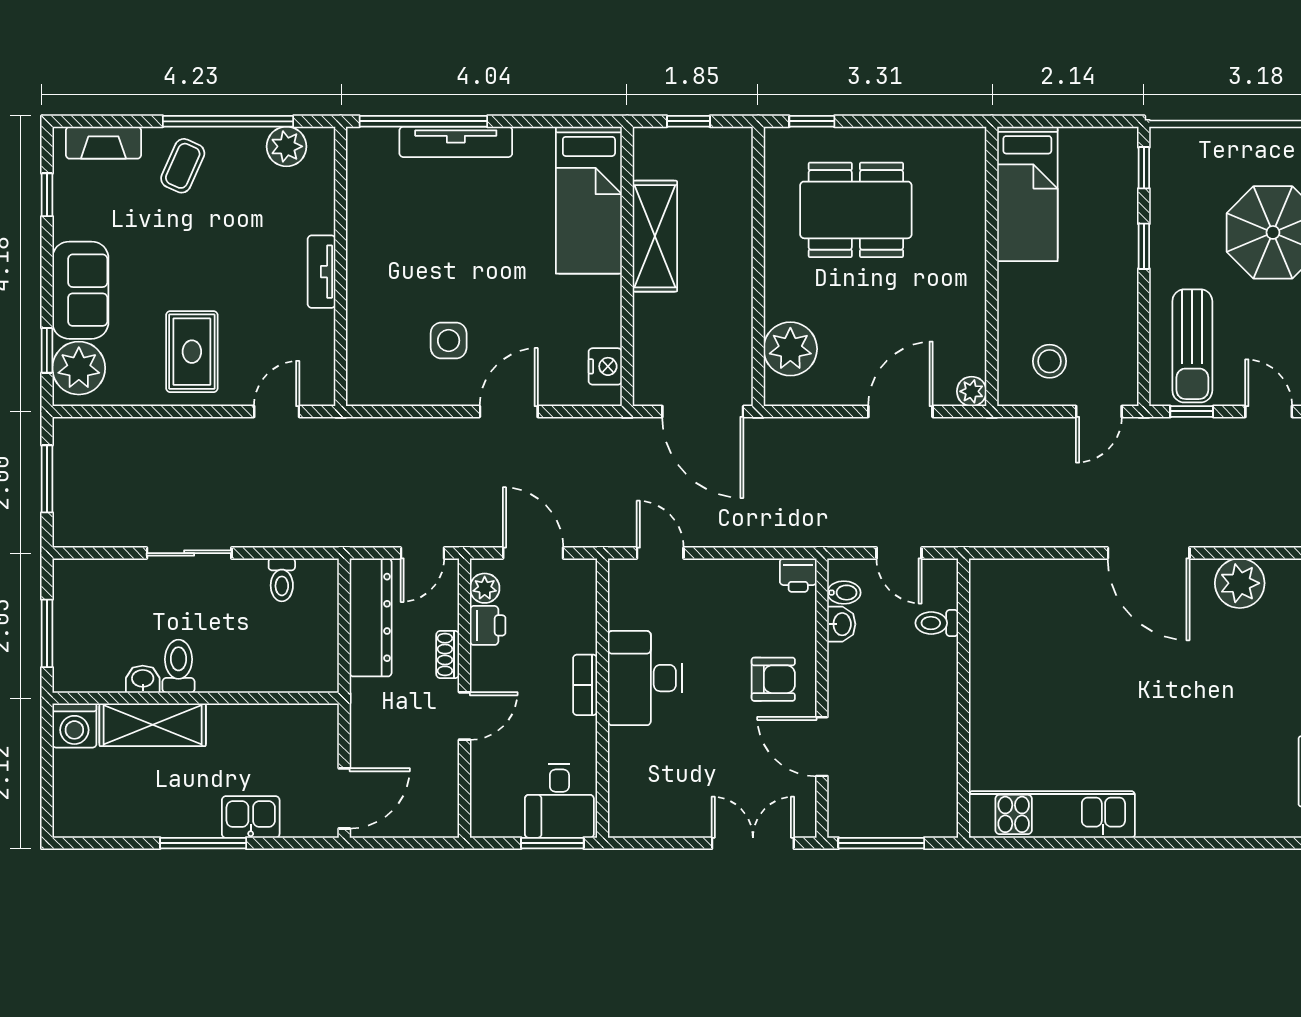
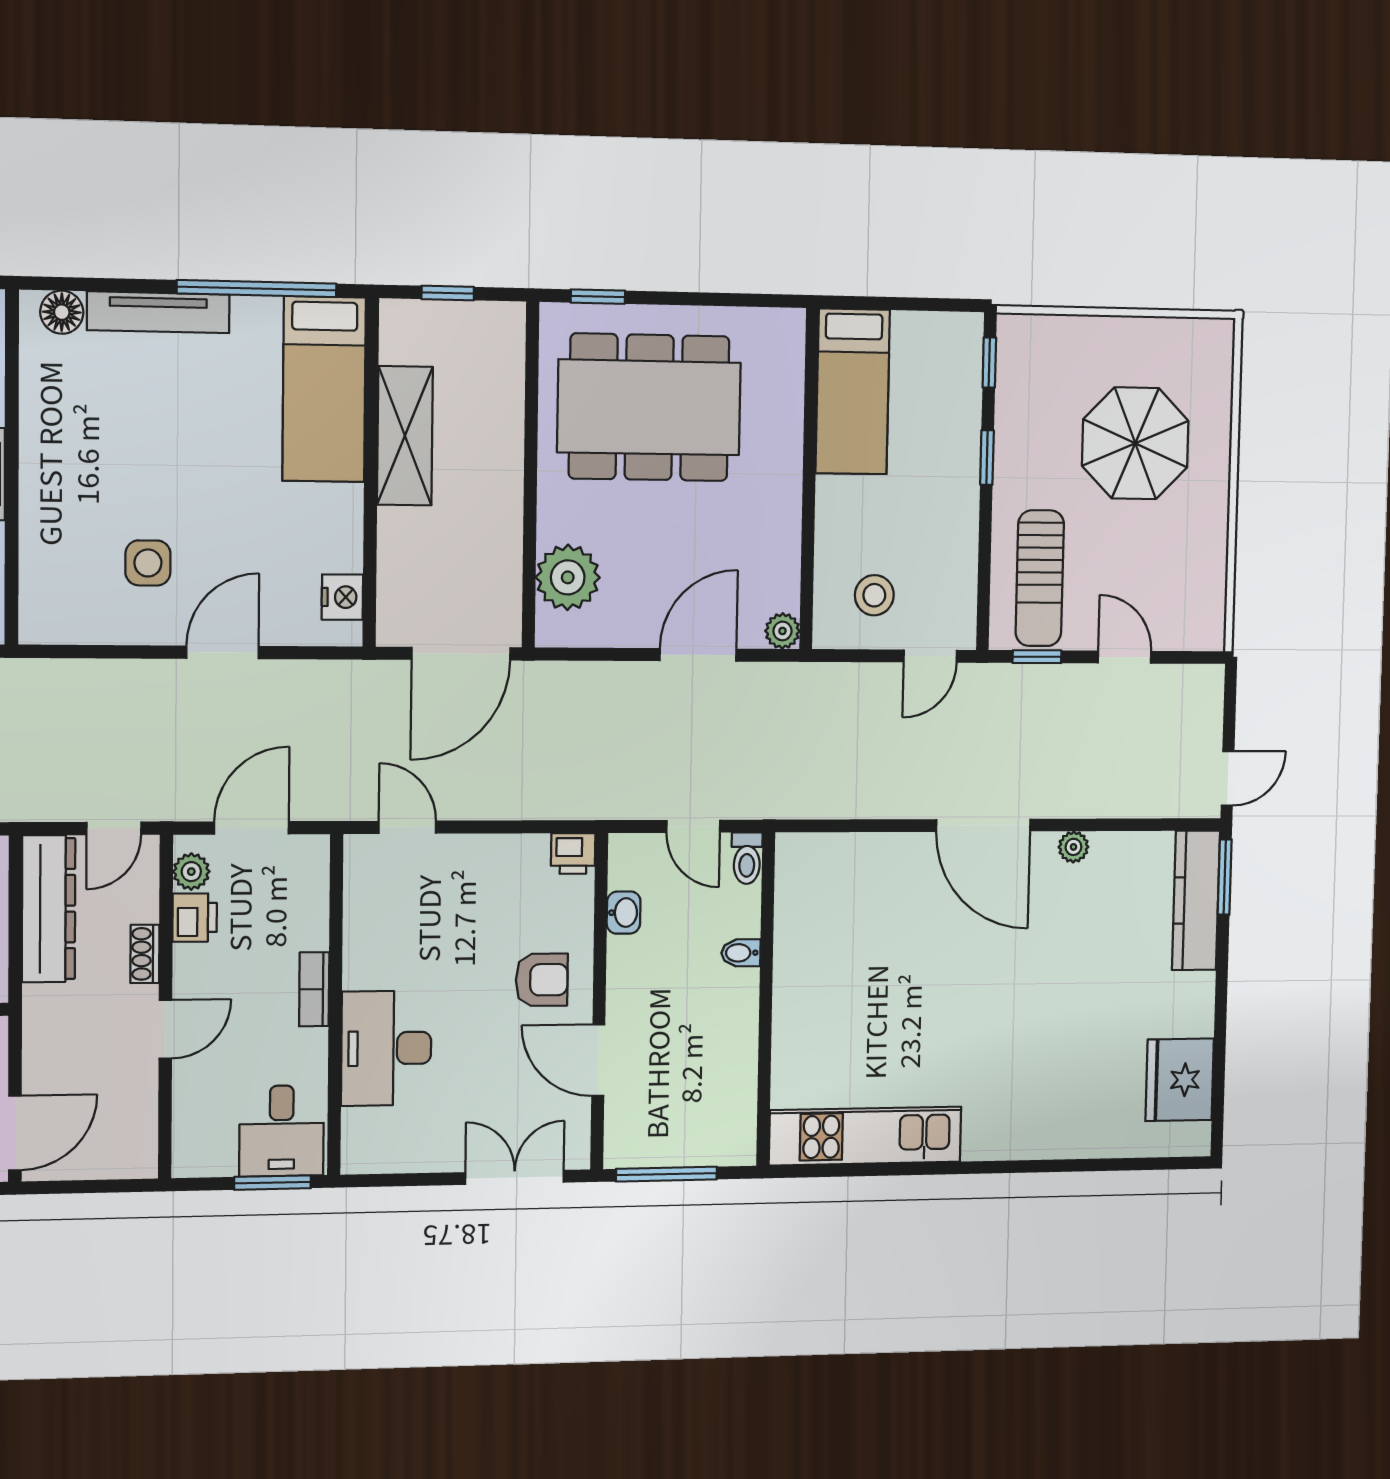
window: (423, 121) -> (257, 288), moved
floor lamp: (380, 143) -> (62, 312), added
dining table: (856, 210) -> (649, 407), width x1.36, depth x1.24
door: (703, 411) -> (461, 654), hinge flipped
door: (533, 553) -> (251, 828), hinge flipped
plant: (1240, 583) -> (1073, 847), width x0.53, depth x0.53
bidet: (844, 593) -> (741, 953), moved, turned 180
toilet: (937, 623) -> (747, 858), moved, turned -90
desk: (645, 678) -> (386, 1048), moved

